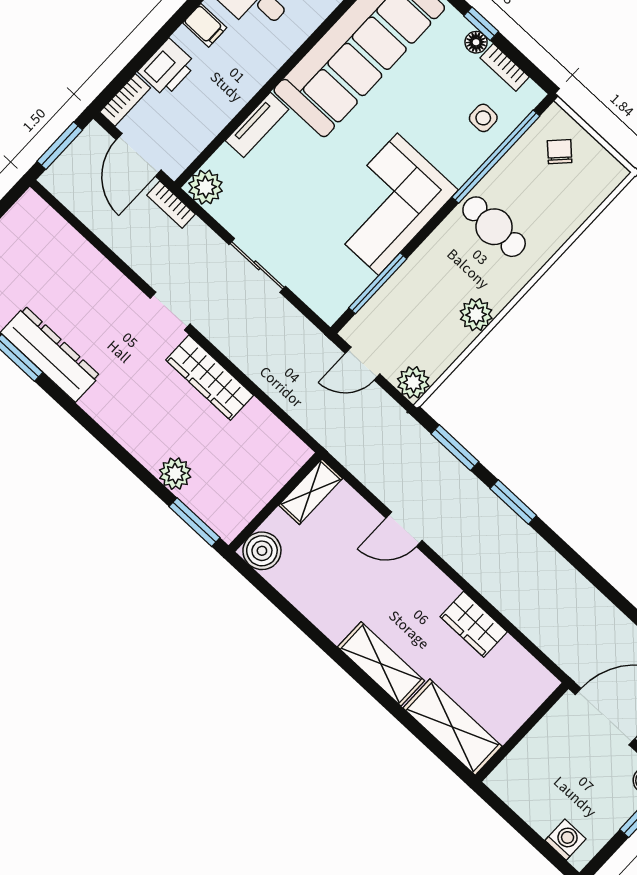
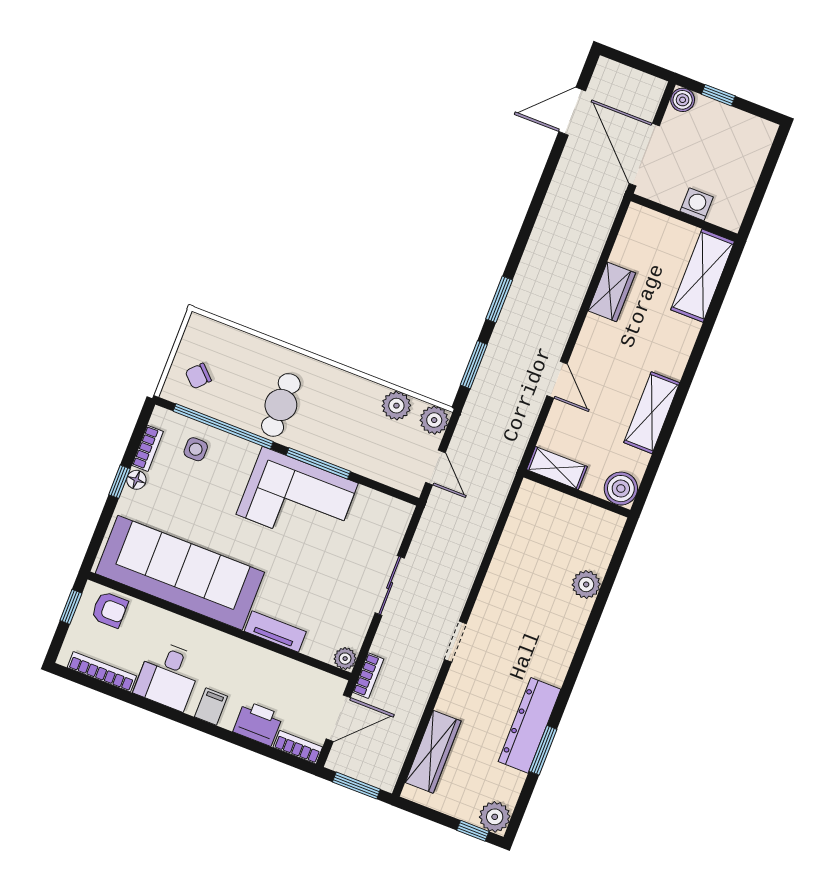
plant: (206, 187) -> (345, 659), width x0.73, depth x0.73
window: (378, 283) -> (318, 463), moved
plant: (476, 315) -> (396, 406), moved
wardrobe: (210, 378) -> (433, 752), moved
window: (194, 522) -> (619, 553), removed
shelving: (381, 664) -> (652, 413), moved
washing machine: (566, 840) -> (697, 204), moved, turned 90

